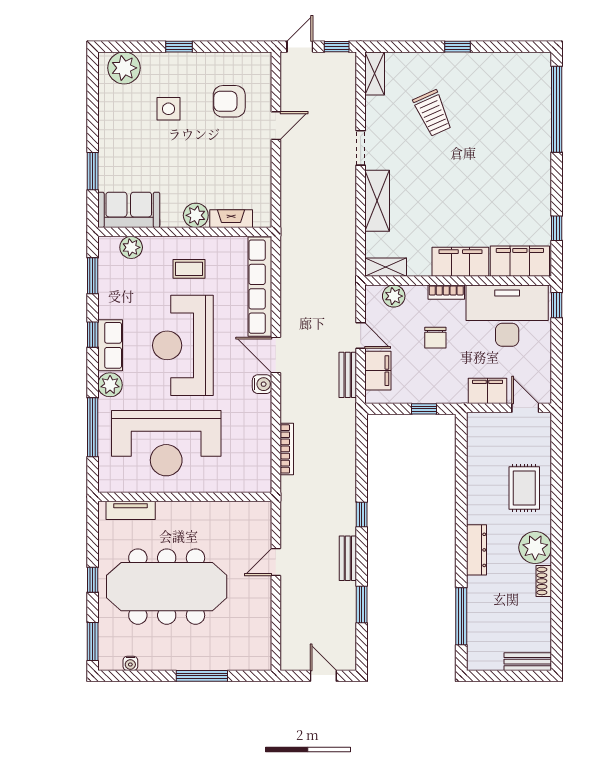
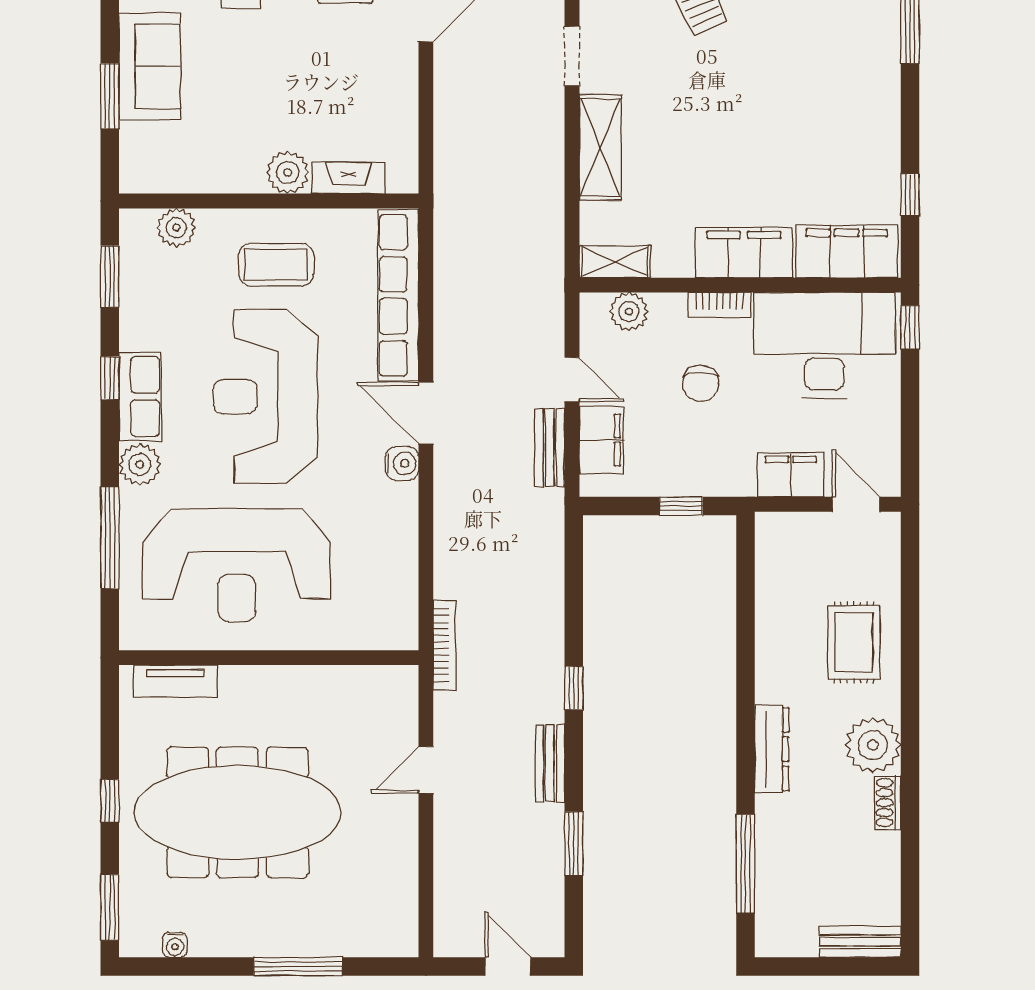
sofa: (129, 210) -> (150, 66), moved, turned 90
coffee table: (189, 269) -> (276, 265), width x1.36, depth x1.30
bookcase: (287, 449) -> (445, 645), moved

